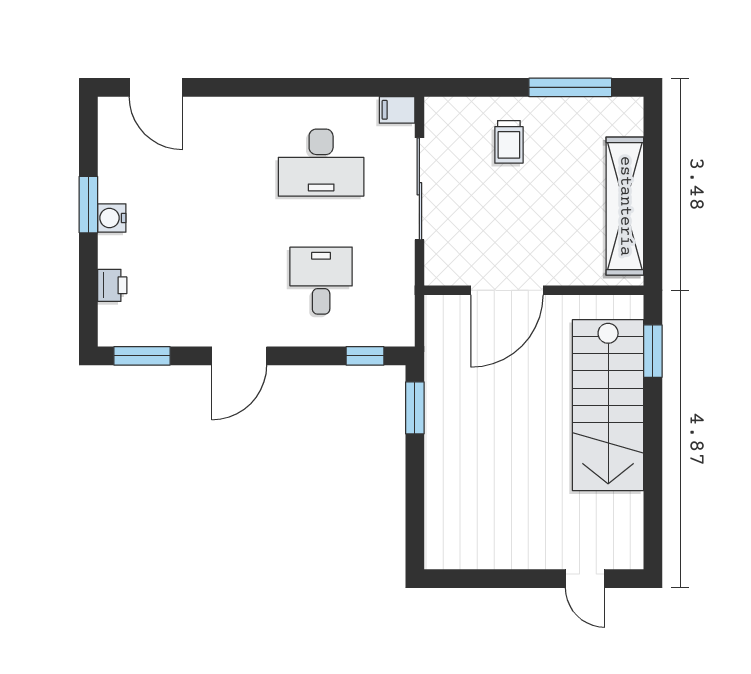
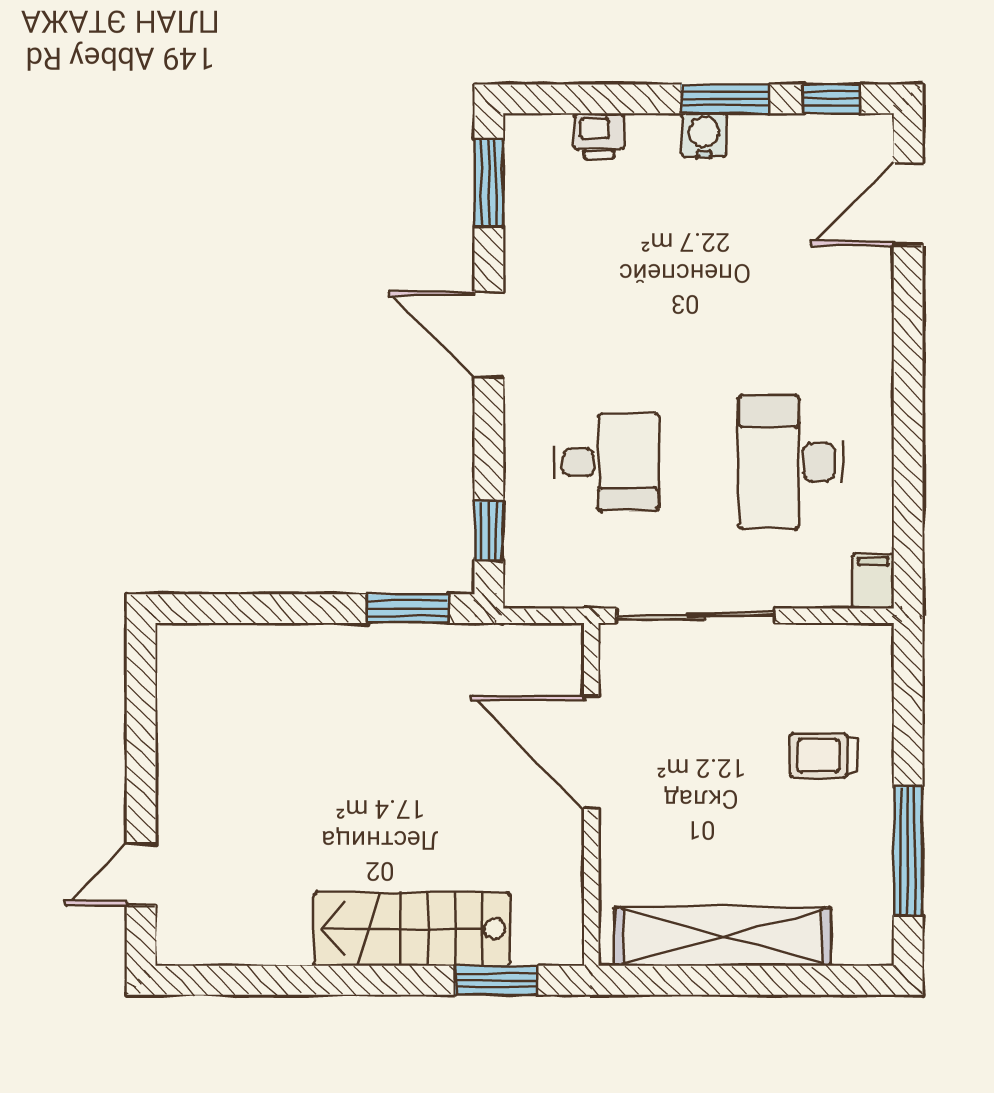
window: (88, 137) -> (831, 99), added
sliding door: (419, 189) -> (696, 616), moved
stairs: (608, 405) -> (412, 929), width x0.73, depth x0.66

